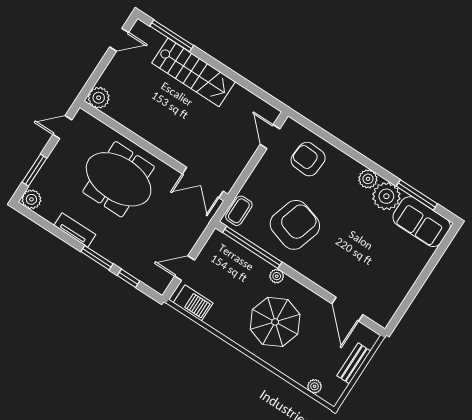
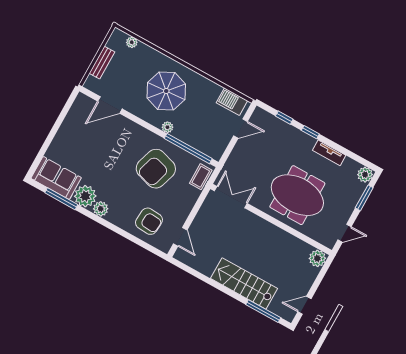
window: (97, 258) -> (310, 132), width x0.67
door: (347, 309) -> (110, 105), swing flipped

